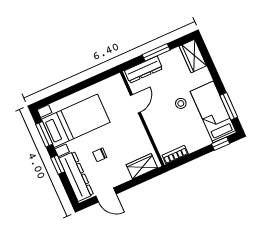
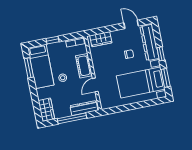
window: (156, 52) -> (72, 118), width x1.44
cot: (156, 126) -> (84, 66), added
window: (221, 144) -> (52, 40), moved

